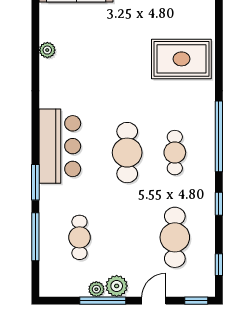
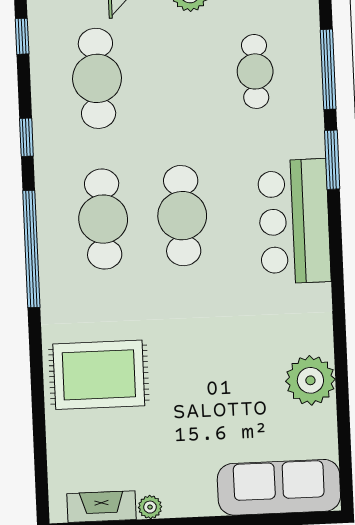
plant: (47, 50) -> (310, 380), width x1.88, depth x1.88
cafe table: (175, 153) -> (103, 219), width x1.37, depth x1.35

